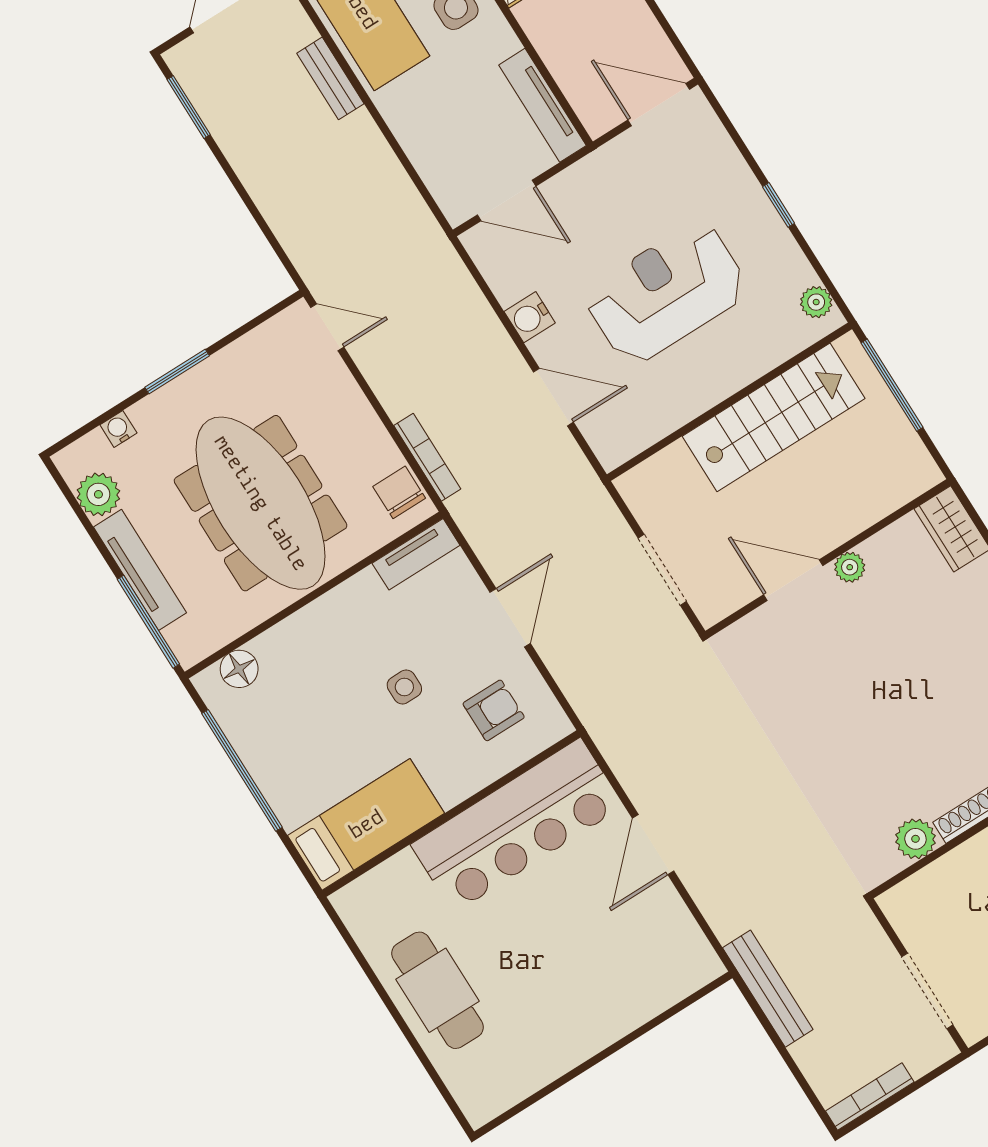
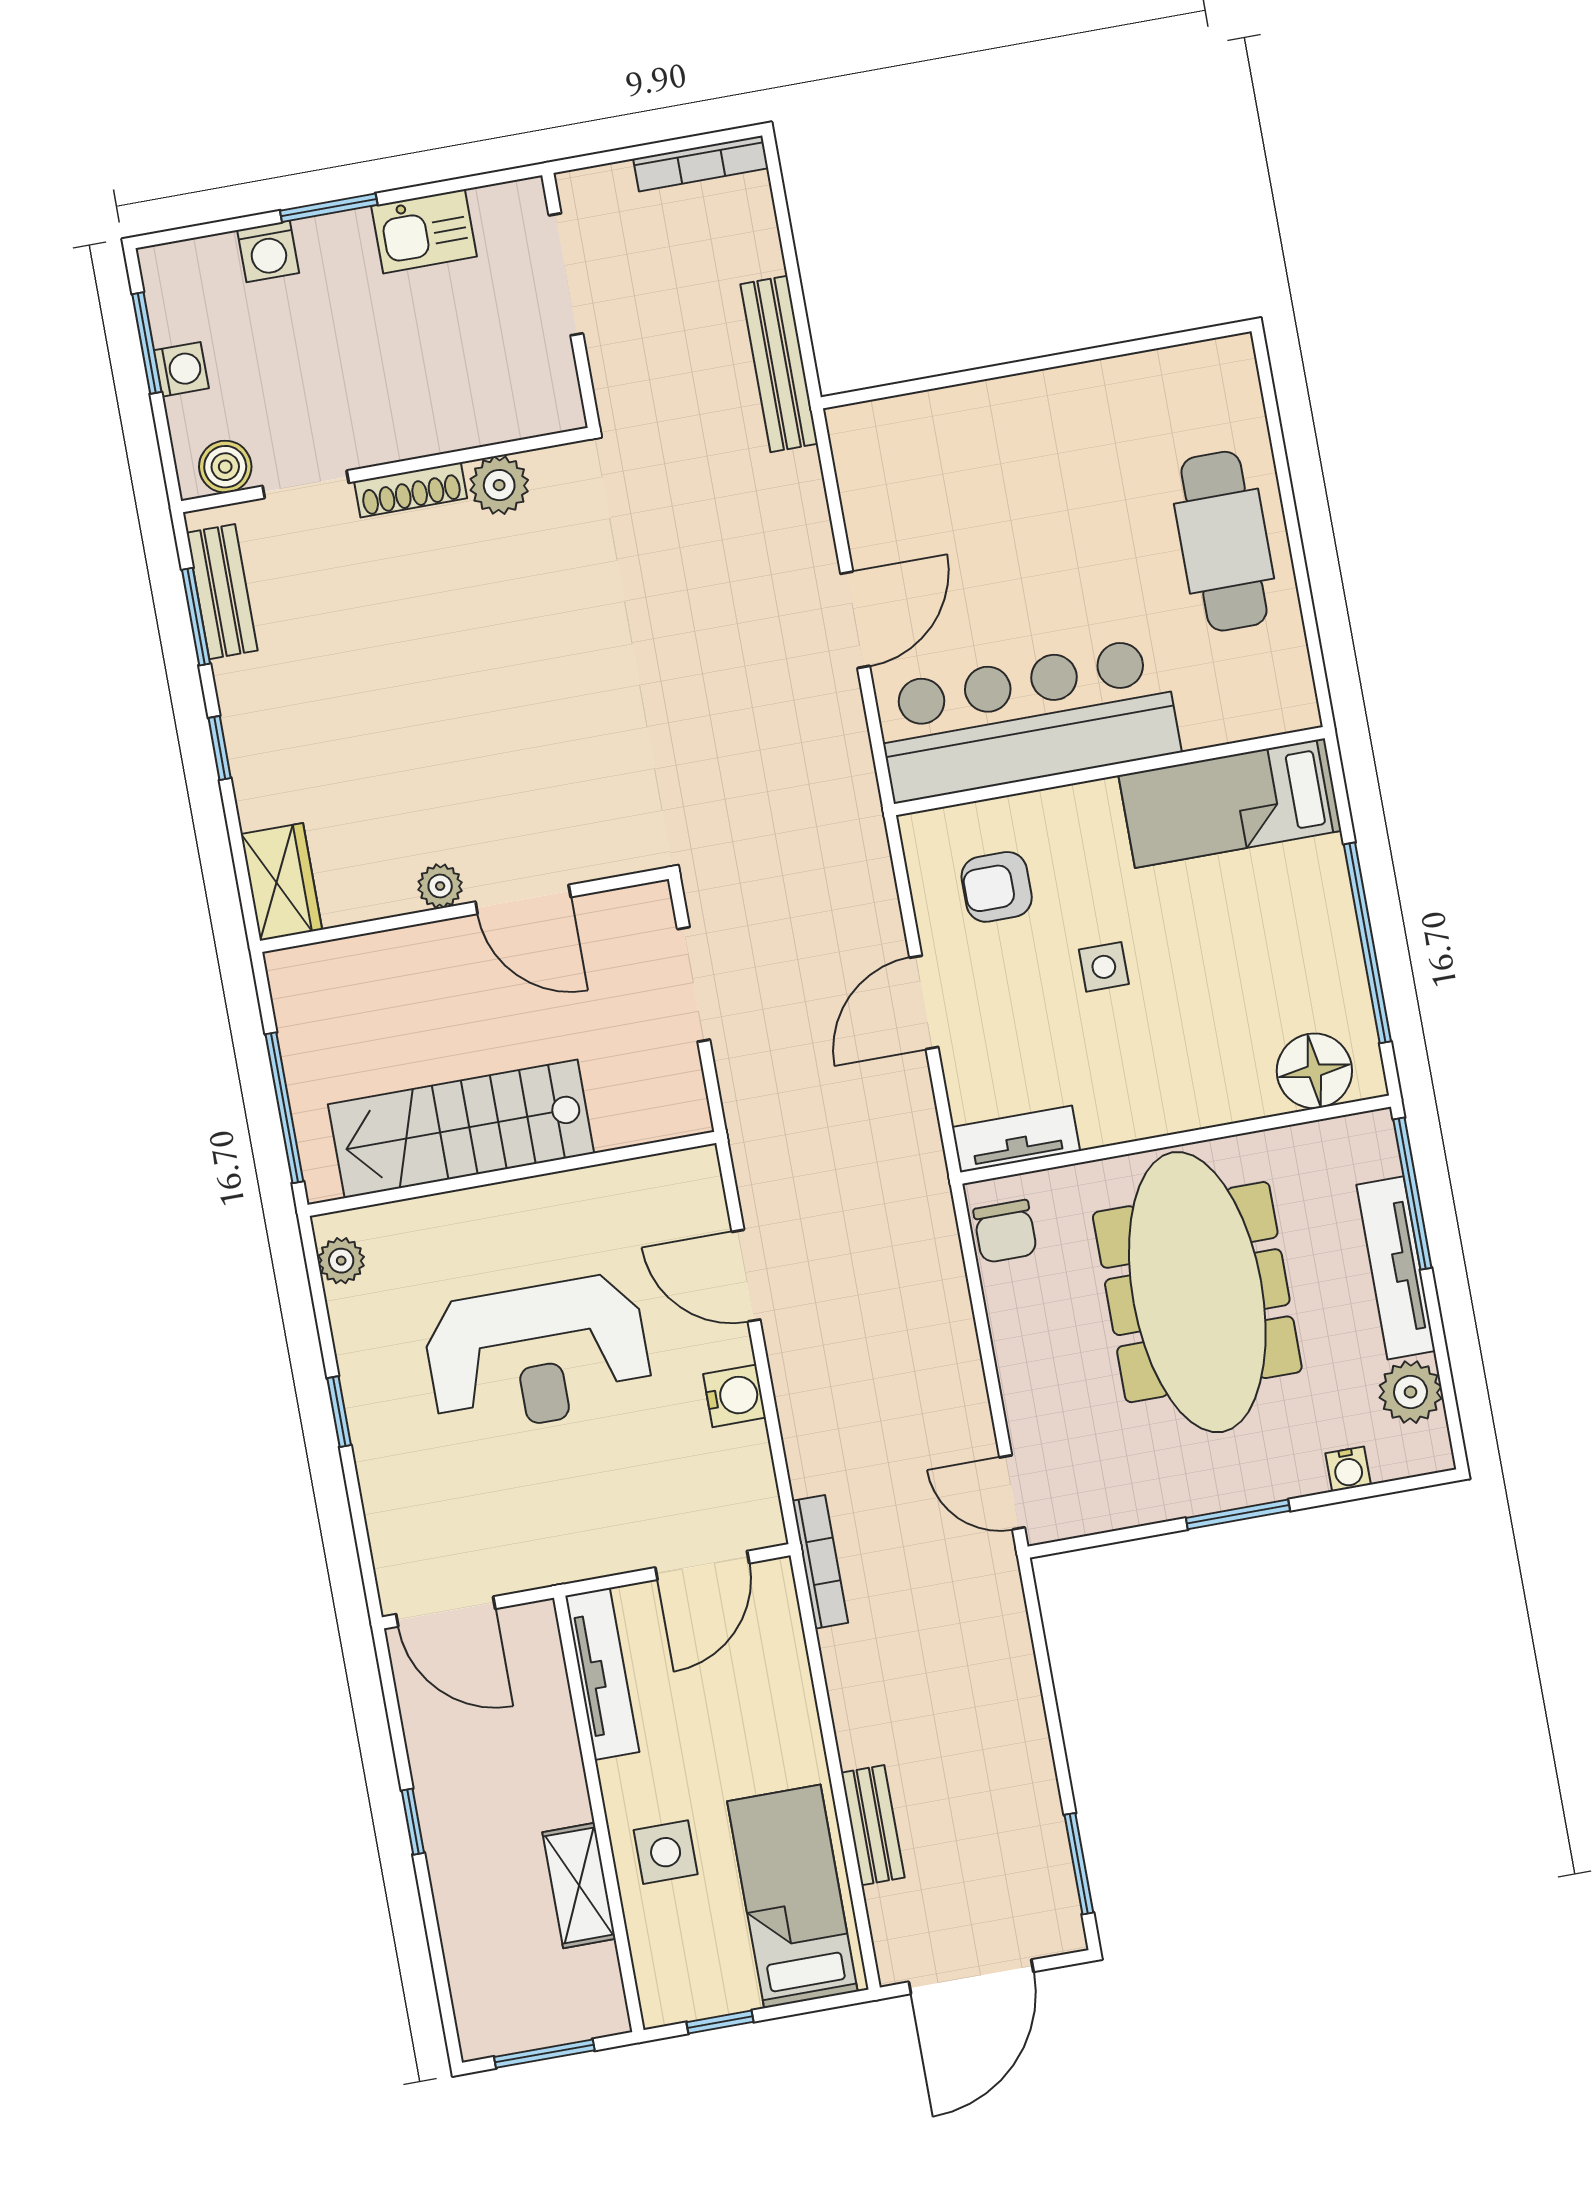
door: (507, 200) -> (702, 1565), swing flipped
bookcase: (427, 457) -> (820, 1562), moved, turned 180
floor lamp: (239, 669) -> (1314, 1071), width x1.38, depth x1.38

